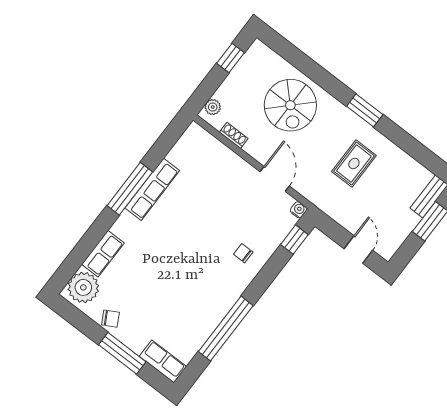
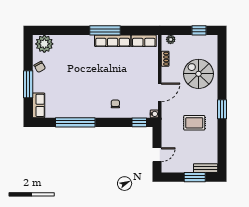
spiral stairs: (290, 105) -> (198, 74), turned 90
row of seats: (103, 254) -> (144, 41), moved

